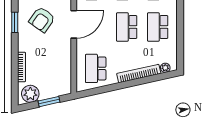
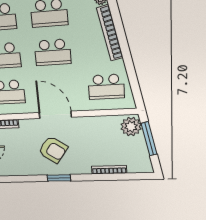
plant: (30, 94) -> (131, 127), moved
window: (49, 102) -> (149, 139), width x1.44

